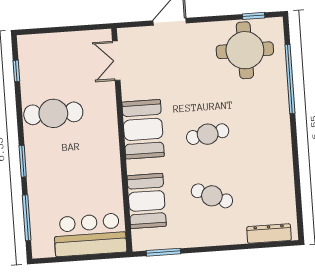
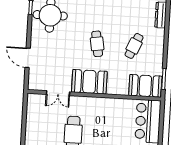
double door: (116, 61) -> (58, 93), moved
booth: (147, 201) -> (145, 86), moved

